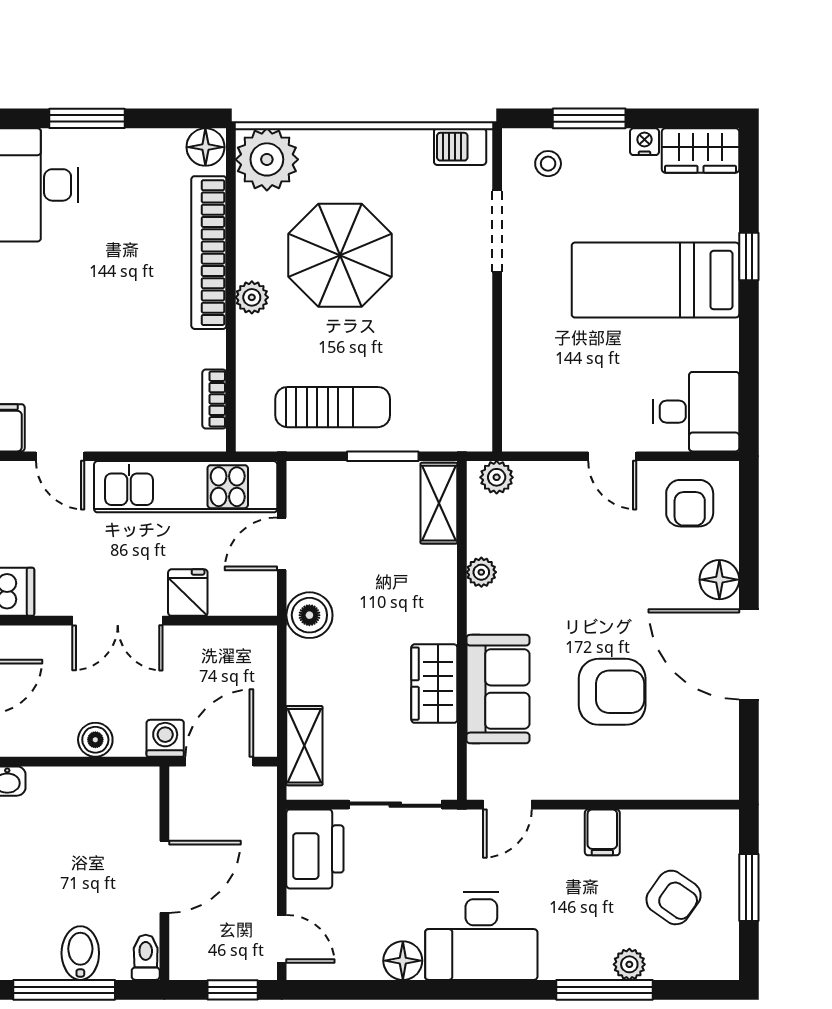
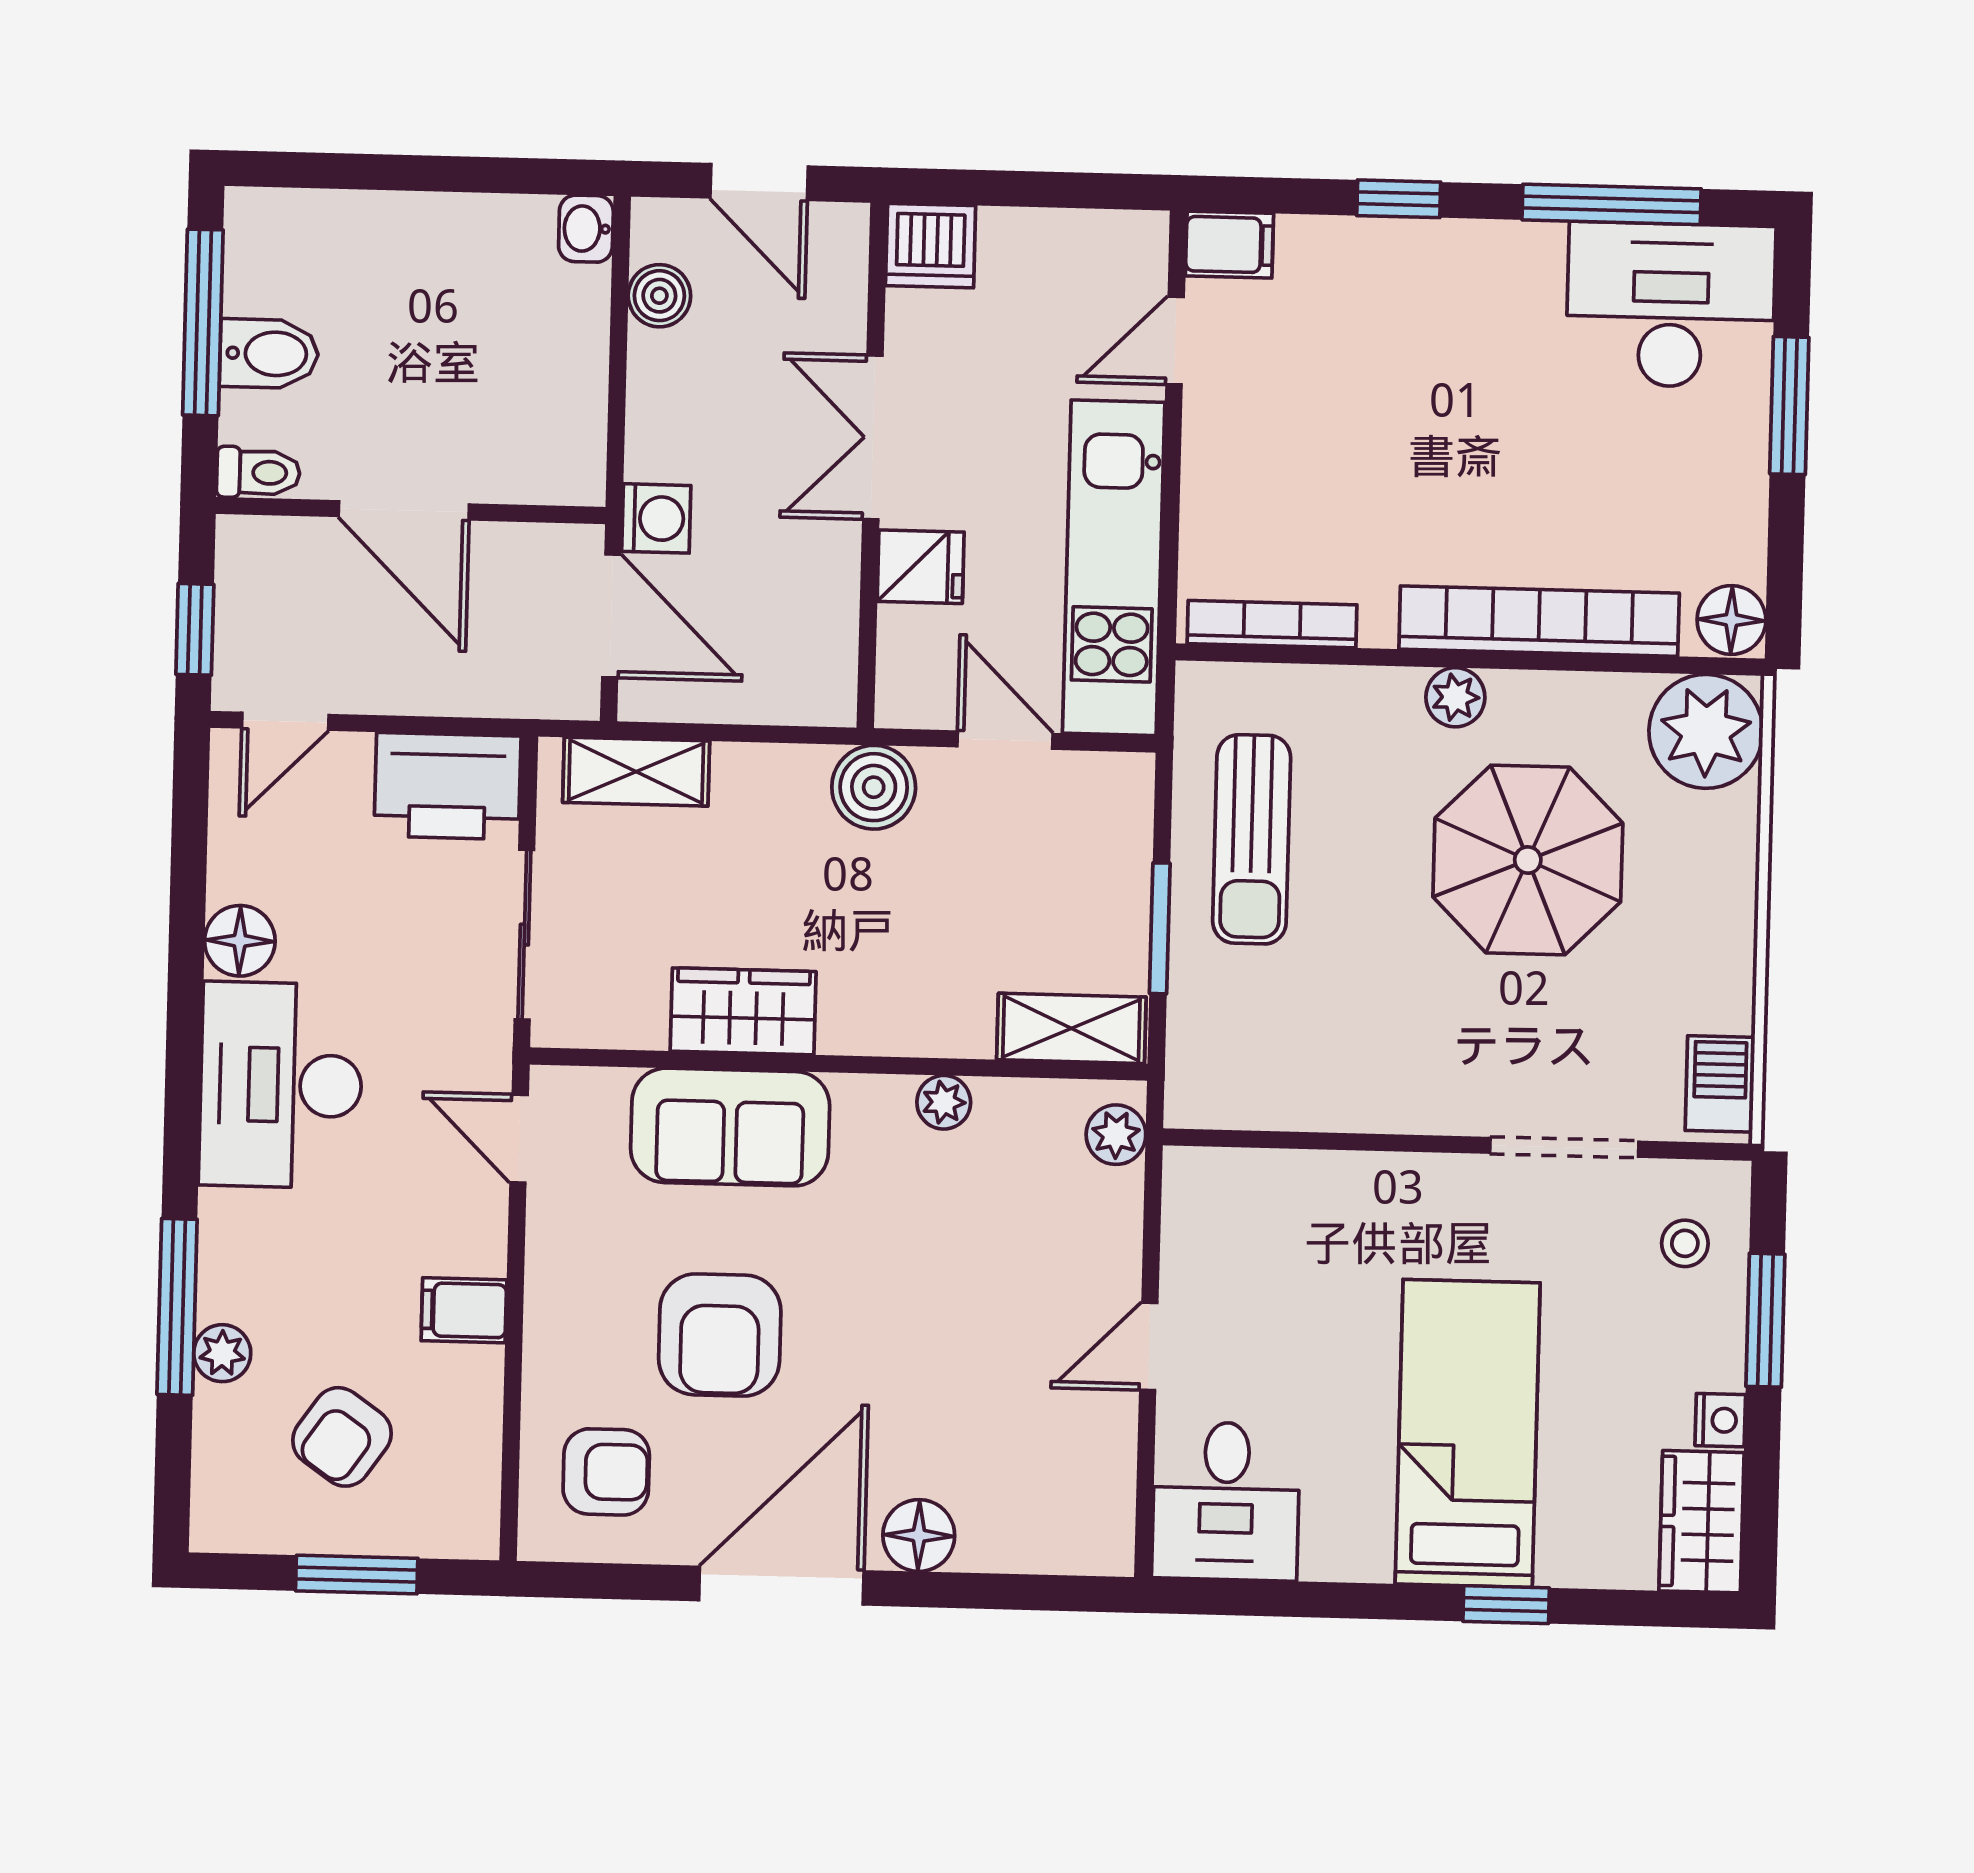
bookcase: (214, 399) -> (1272, 624), width x1.56
armchair: (690, 503) -> (606, 1472), moved, turned 180
boiler: (95, 740) -> (659, 296), moved

